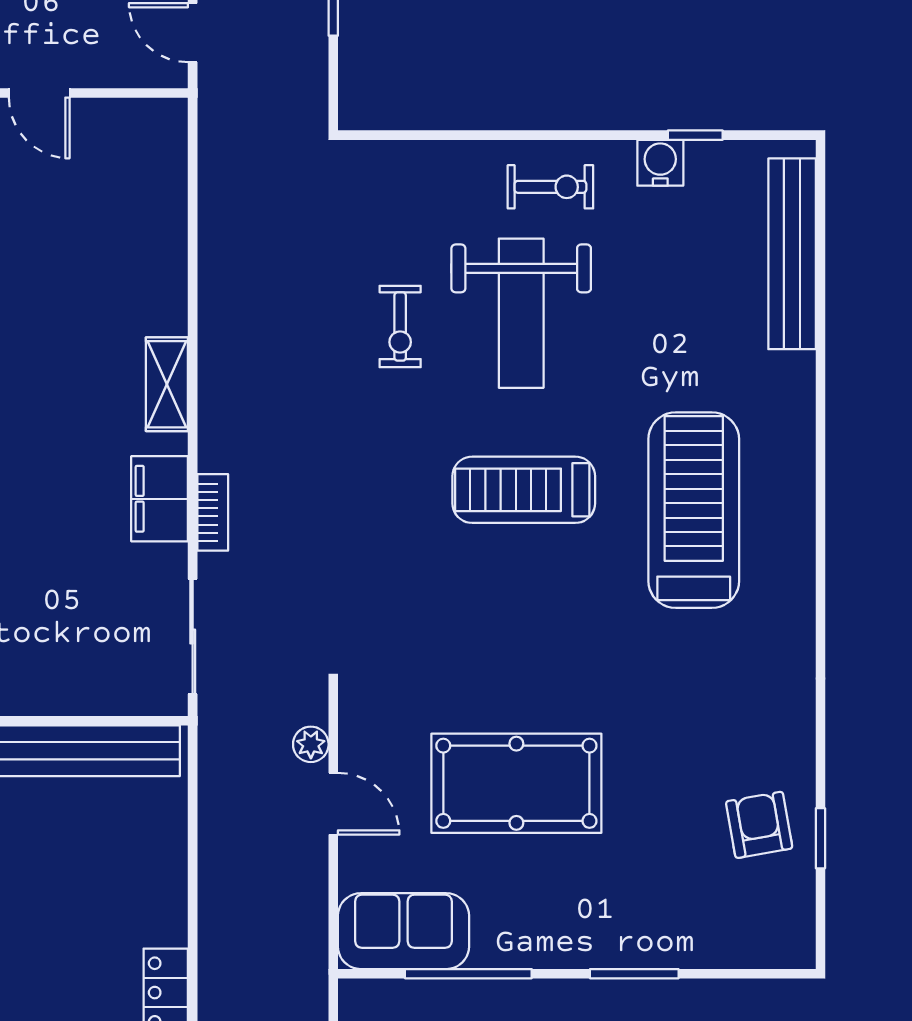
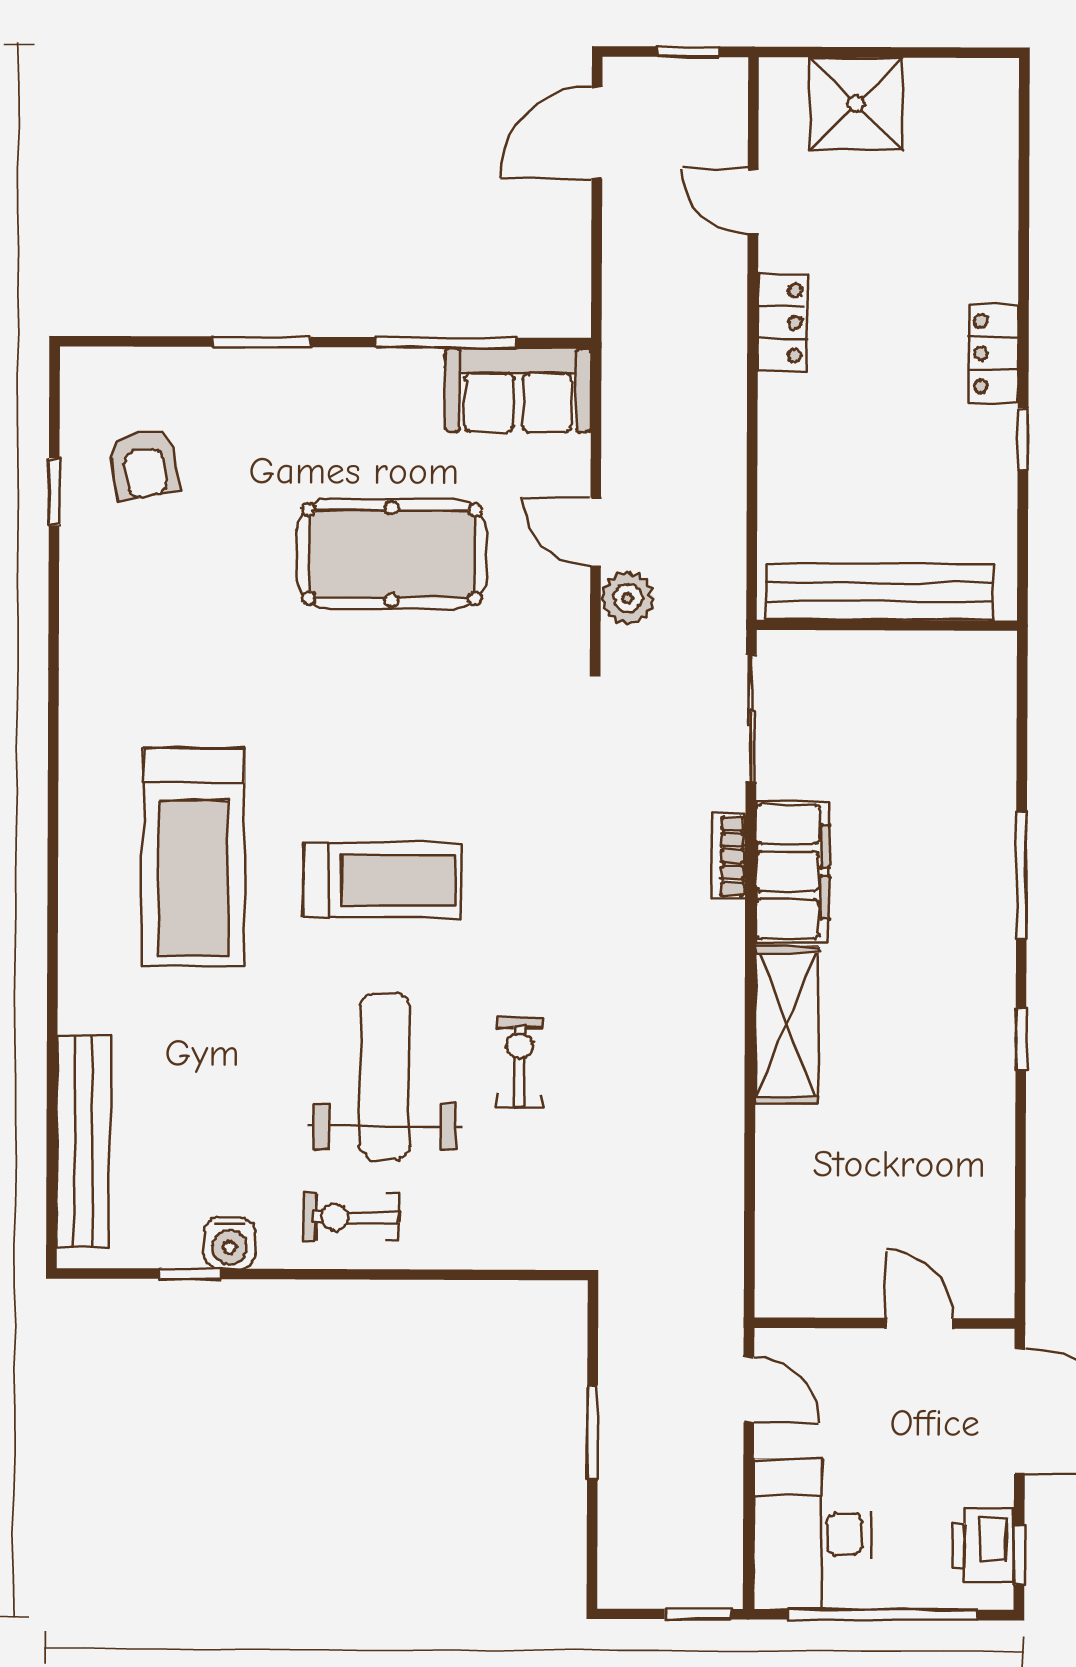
shelving: (167, 384) -> (787, 1025), width x1.50, depth x1.33
filing cabinet: (160, 499) -> (793, 872), width x1.50, depth x1.17
plant: (311, 744) -> (628, 598), width x1.38, depth x1.38
armchair: (759, 825) -> (144, 464), moved

